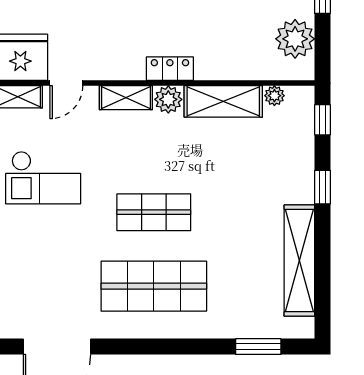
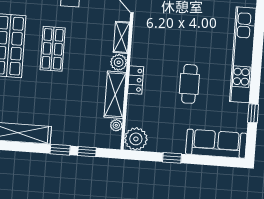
plant: (295, 39) -> (136, 139), moved
locker: (170, 69) -> (136, 80), moved
window: (322, 120) -> (87, 152), moved

